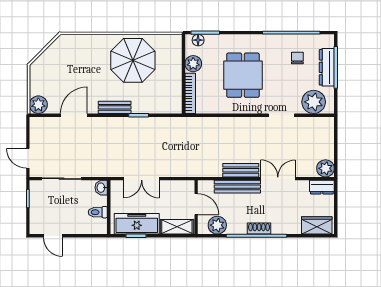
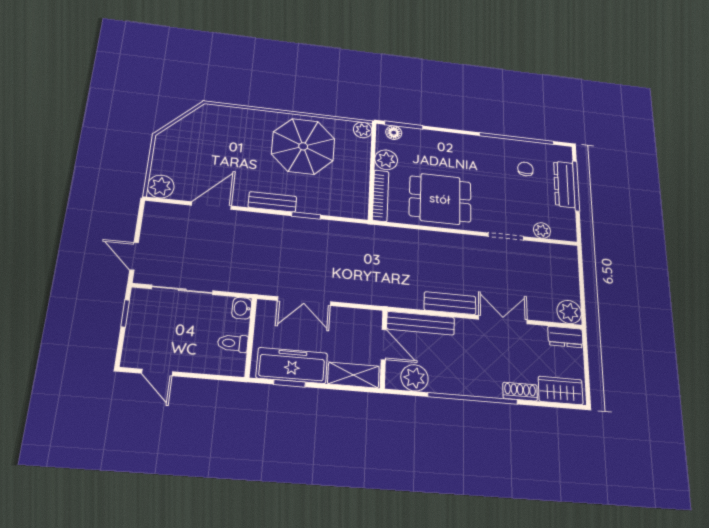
plant: (175, 41) -> (363, 130), added
dining table: (243, 75) -> (440, 199), moved, turned 90
plant: (314, 102) -> (542, 230), width x0.53, depth x0.53
bench: (237, 187) -> (421, 323), moved
shoe rack: (259, 229) -> (520, 392), moved

